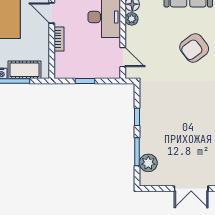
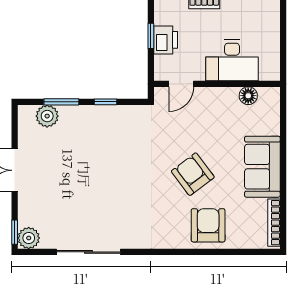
plant: (132, 19) -> (230, 95), removed
printer: (88, 69) -> (166, 40), added

